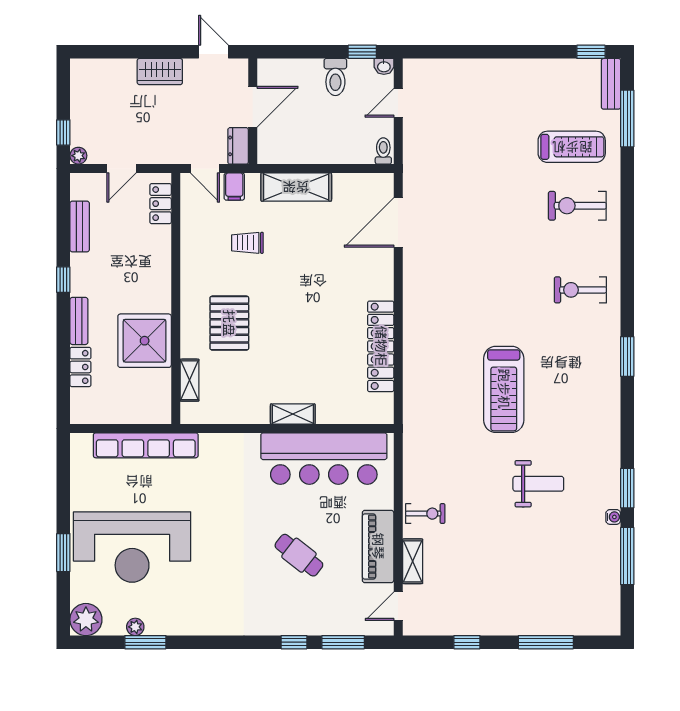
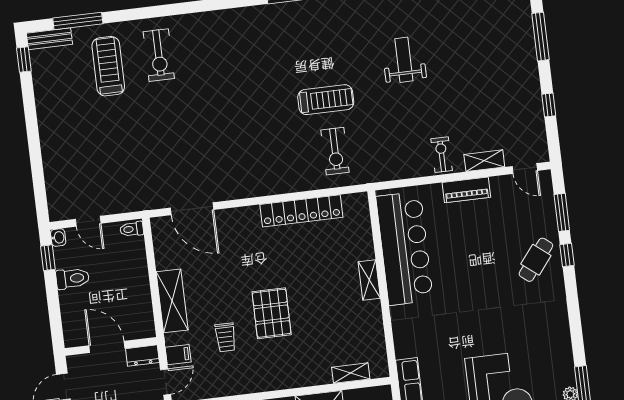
exercise bike: (580, 290) -> (335, 151), moved
pallet: (229, 323) -> (272, 313), moved, turned 90
treadmill: (504, 389) -> (326, 100), width x0.73, depth x0.73
piano: (378, 546) -> (466, 190), width x0.73, depth x0.75
cafe table: (299, 555) -> (536, 260), moved

